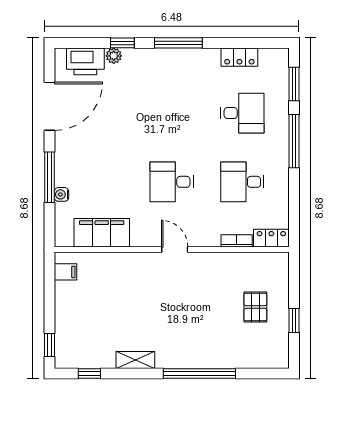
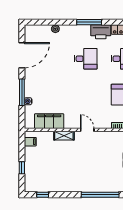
window: (122, 43) -> (60, 22), removed
printer: (85, 61) -> (101, 32), moved
desk: (172, 182) -> (86, 59), moved, turned 180
window: (50, 345) -> (22, 168), moved
shelving: (135, 360) -> (64, 136), moved

